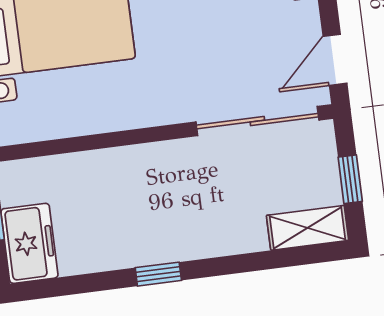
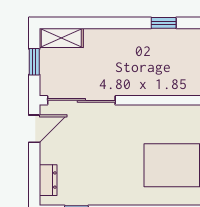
window: (158, 274) -> (164, 23), moved

